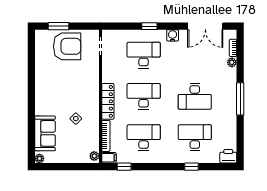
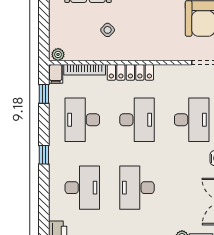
desk: (144, 138) -> (82, 120), turned 180
window: (192, 167) -> (44, 155), moved

